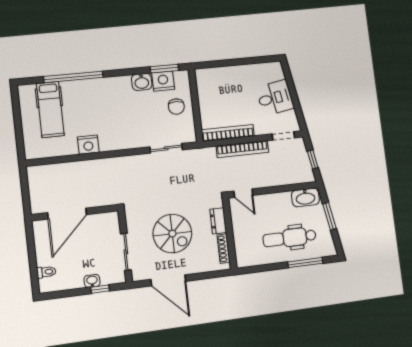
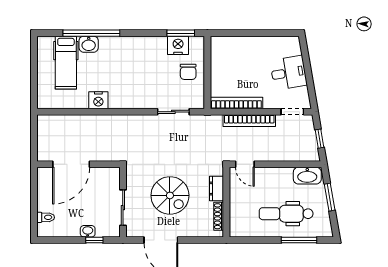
washbasin: (142, 82) -> (89, 44), moved

